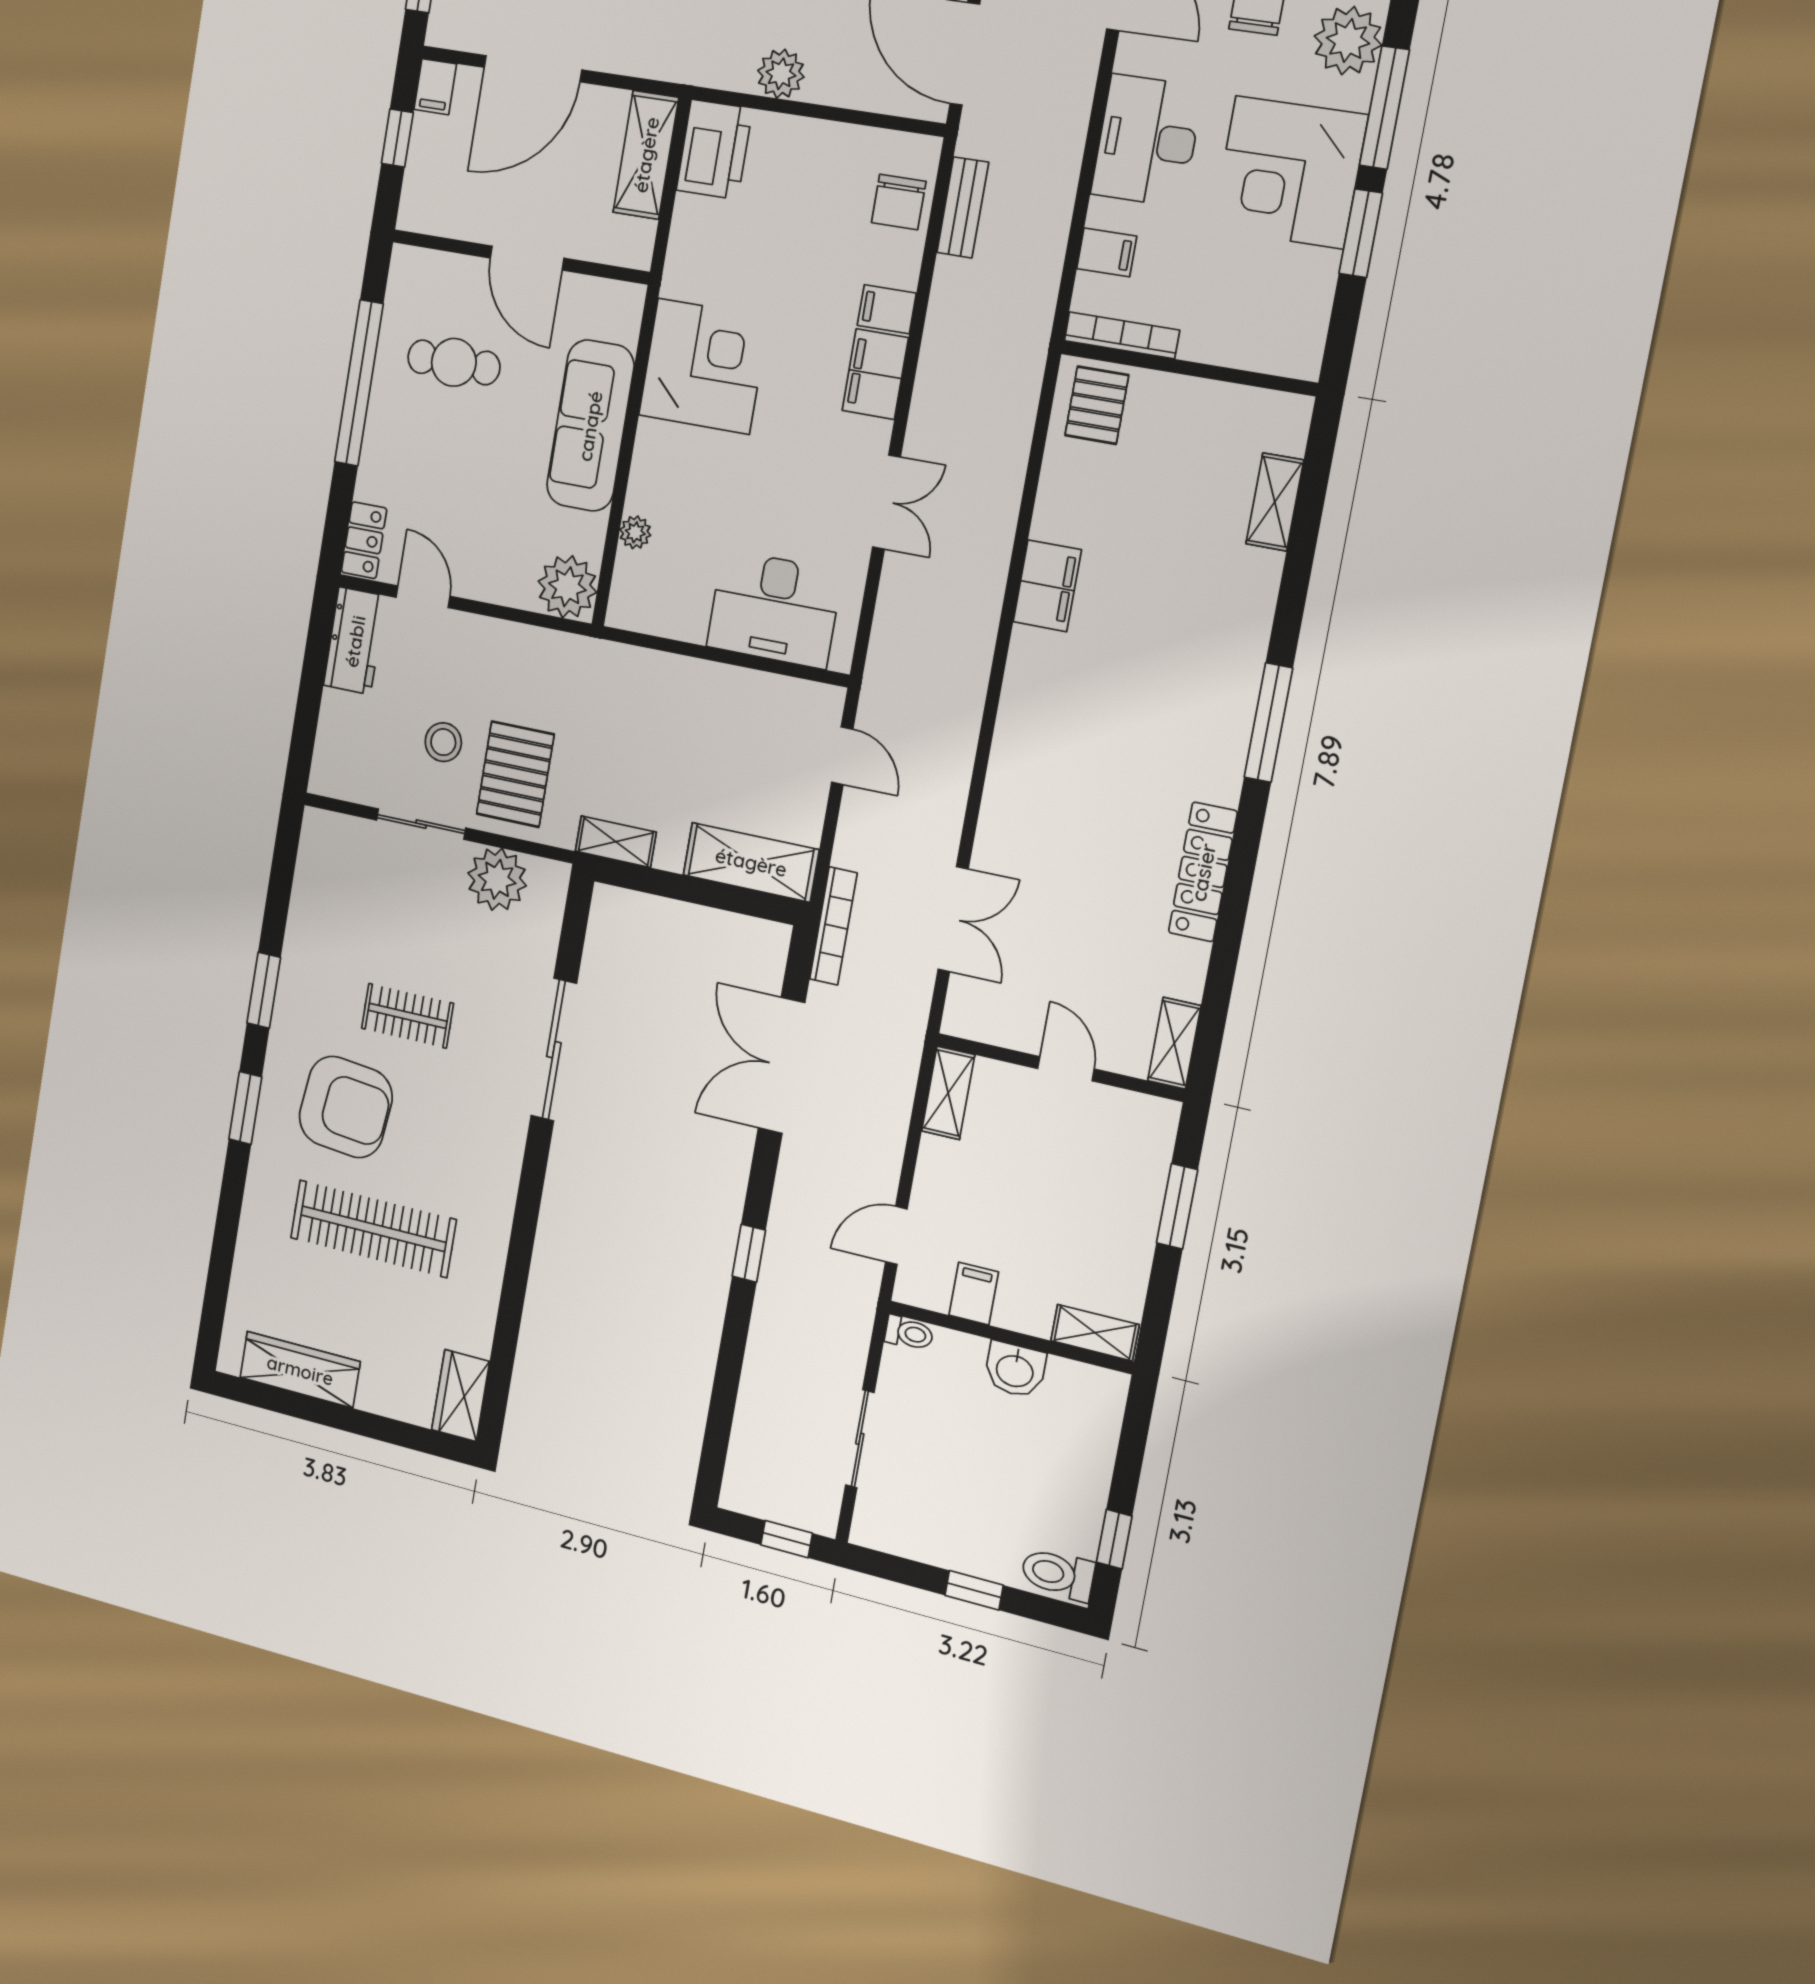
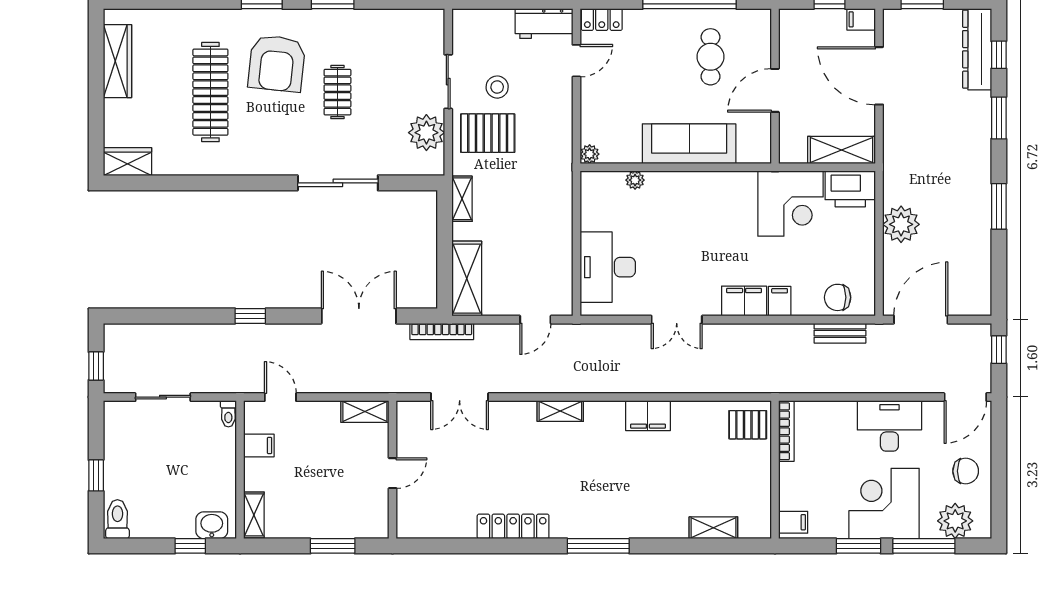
plant: (781, 74) -> (901, 224), width x1.36, depth x1.36
filing cabinet: (1107, 252) -> (793, 522), moved, turned -90
corner desk: (704, 366) -> (790, 203), moved
plant: (567, 587) -> (590, 154), width x0.53, depth x0.53
shelving: (1174, 1043) -> (560, 411), moved
washbasin: (1015, 1370) -> (212, 525), moved, turned 90
window: (1114, 1539) -> (190, 546), moved

